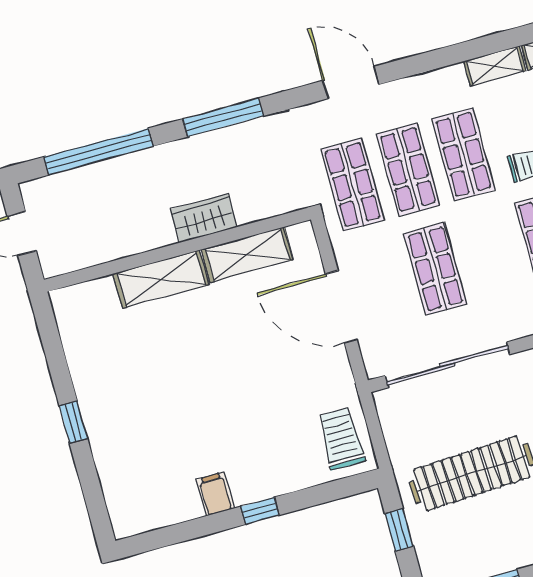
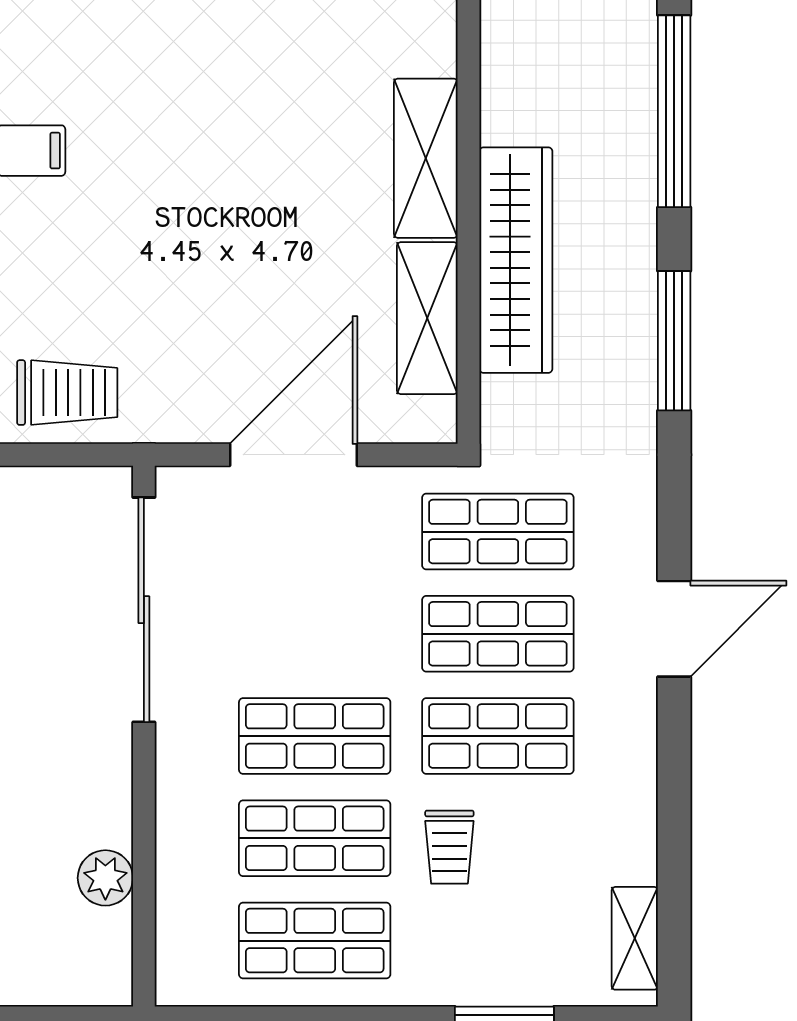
shelving: (495, 66) -> (635, 831), removed
door: (351, 82) -> (674, 629), moved
wardrobe: (204, 218) -> (516, 260), width x2.10, depth x1.17
shop shelf: (435, 269) -> (315, 736), moved

